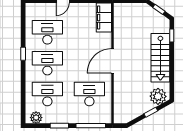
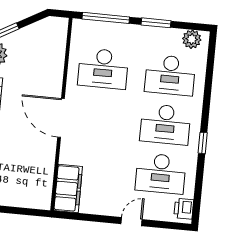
printer: (31, 12) -> (184, 209), added
door: (113, 61) -> (61, 118), swing flipped

